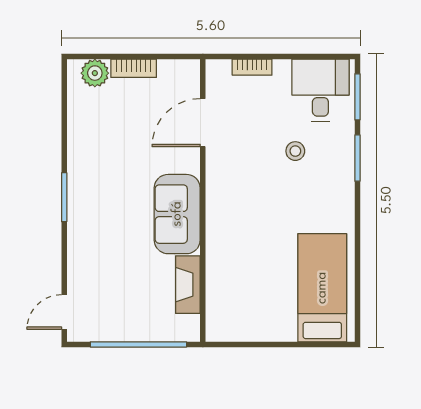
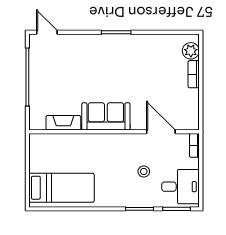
door: (203, 123) -> (161, 132), moved
wall: (203, 200) -> (114, 132), moved
sofa: (177, 214) -> (106, 116), moved
fireplace: (188, 285) -> (63, 123), moved

